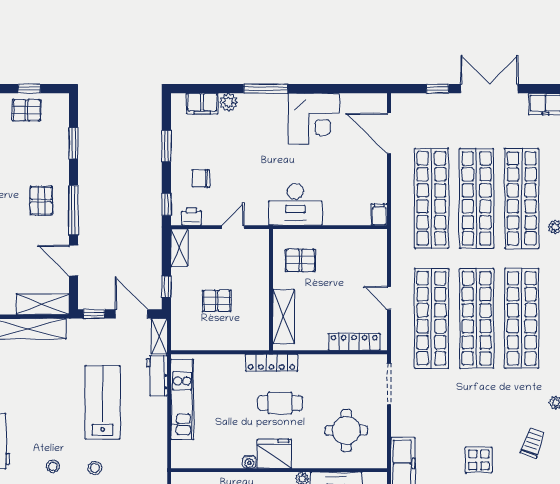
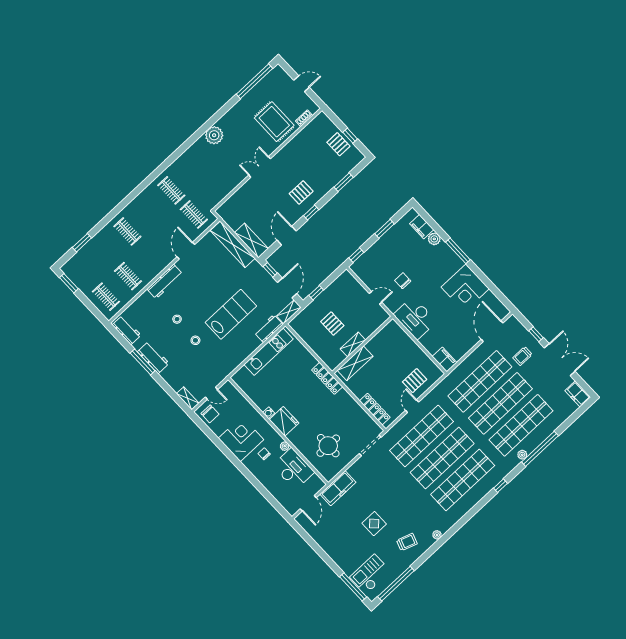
trolley: (447, 126) -> (523, 356), added
chair: (201, 178) -> (403, 281), moved
window: (74, 210) -> (311, 213), width x0.46
filing cabinet: (379, 215) -> (445, 359), width x2.00
printer: (191, 216) -> (362, 273), removed
shelving: (179, 248) -> (353, 344), moved
pallet: (300, 260) -> (415, 381), moved, turned 90
cafe table: (280, 403) -> (311, 401), removed

